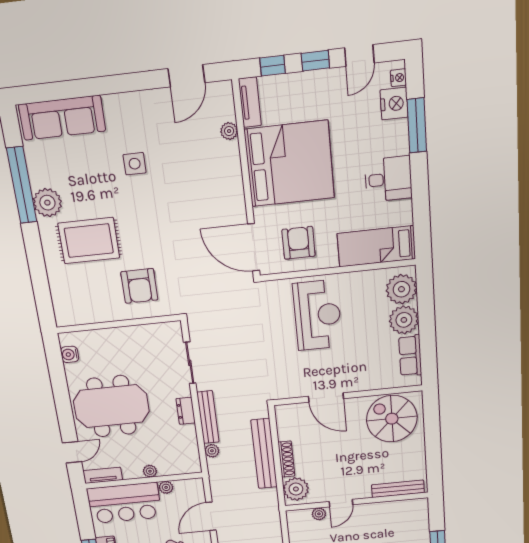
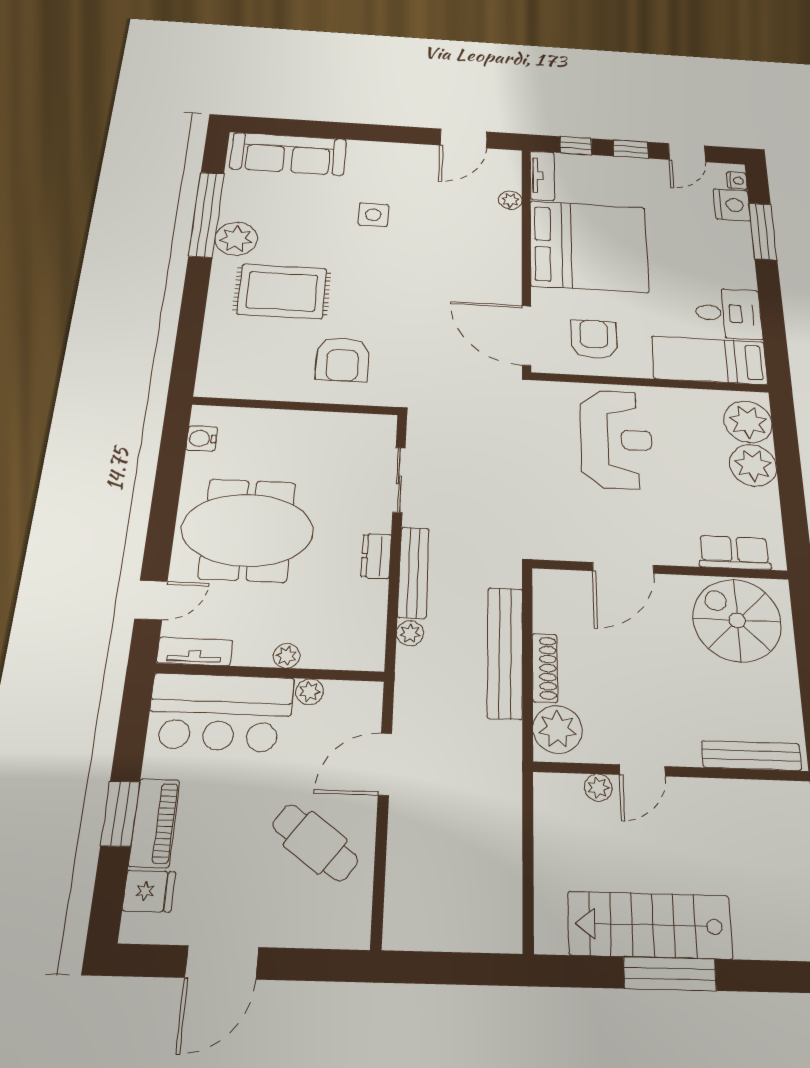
desk: (388, 179) -> (728, 313), moved
row of seats: (410, 356) -> (734, 553), moved, turned 90
door: (326, 397) -> (623, 568), hinge flipped

